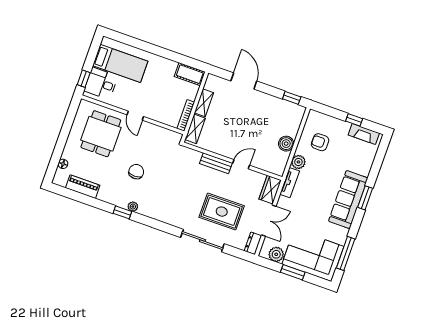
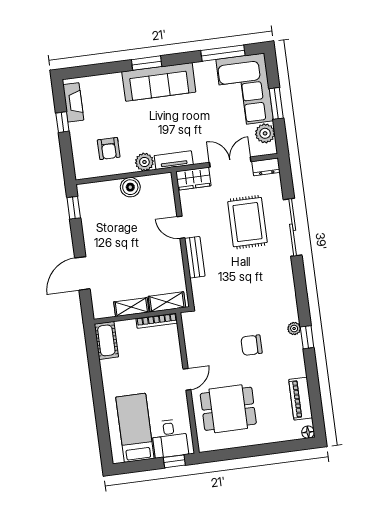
floor lamp: (63, 164) -> (308, 432), moved

